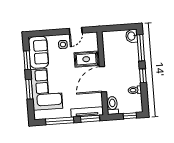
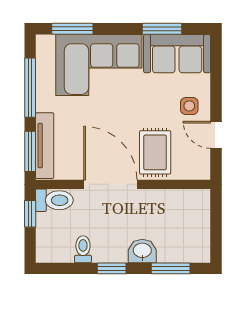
washbasin: (132, 36) -> (142, 251), moved
window: (141, 48) -> (171, 268), width x0.69
window: (29, 89) -> (72, 29), moved
window: (130, 116) -> (30, 214), moved

